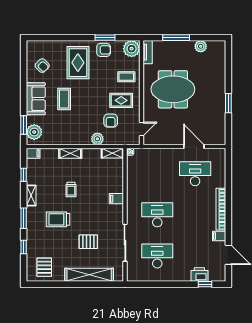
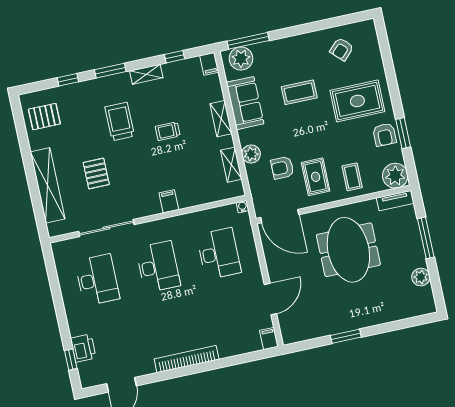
sofa: (36, 99) -> (245, 103), moved, turned -90
window: (24, 125) -> (248, 41), width x1.44
door: (141, 129) -> (280, 216), width x1.87
shelving: (112, 153) -> (231, 165), moved
desk: (195, 174) -> (219, 254), moved
filing cabinet: (219, 236) -> (269, 338), moved

